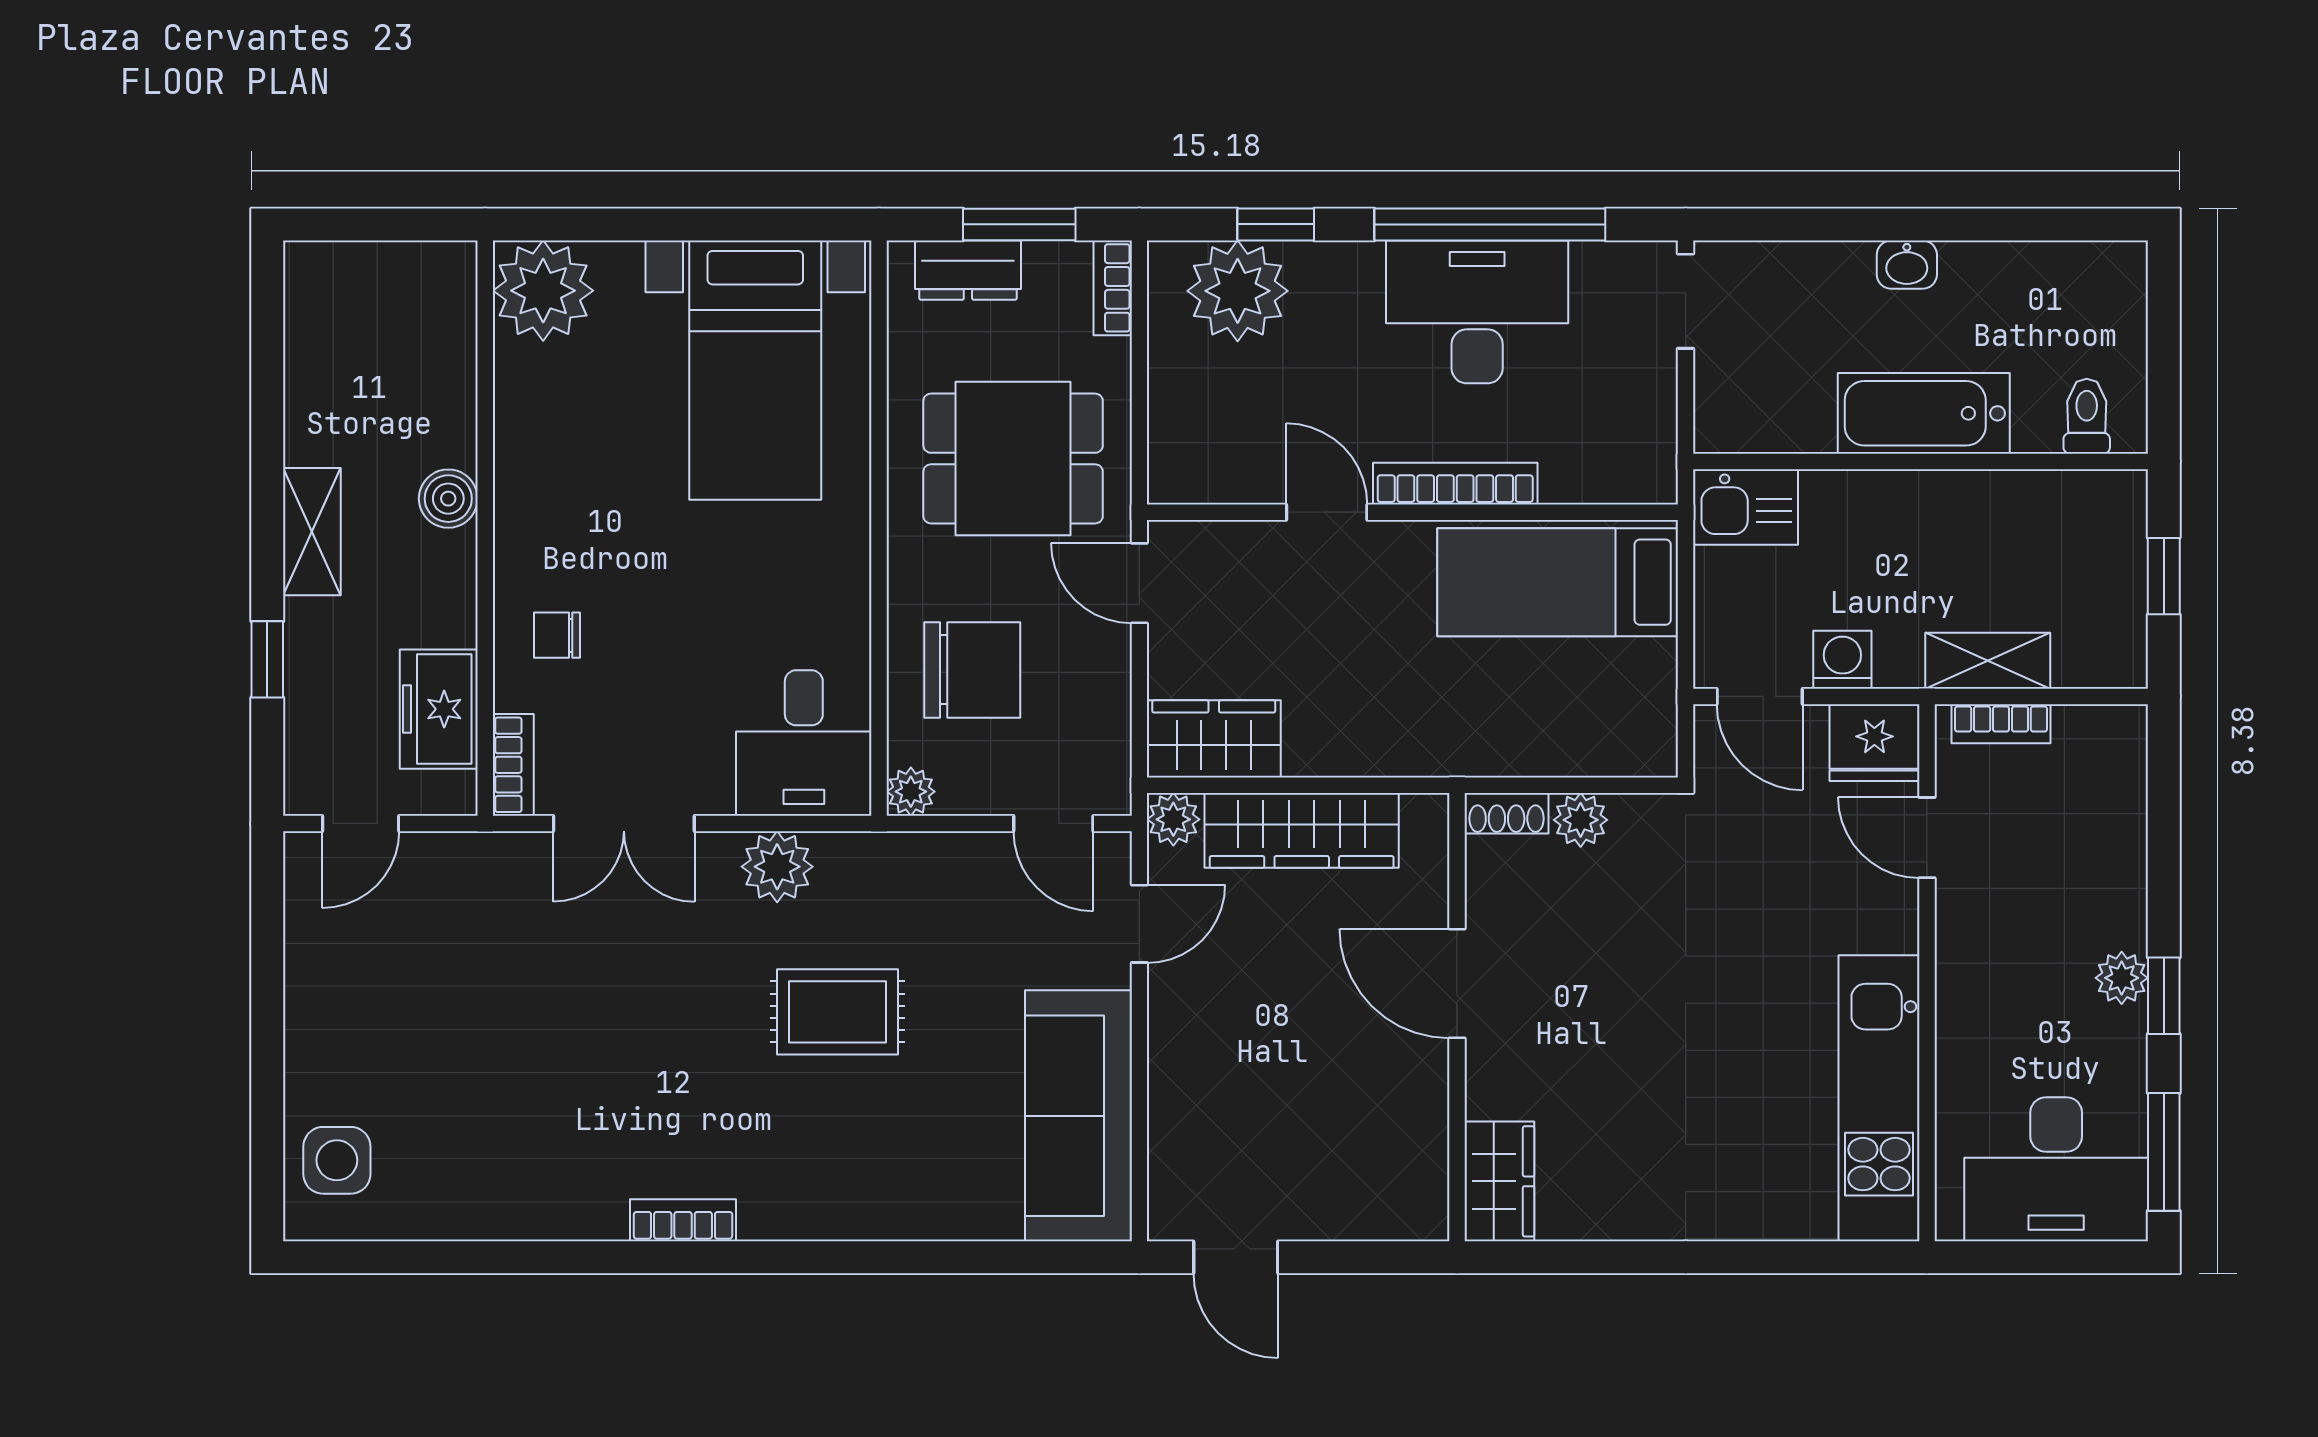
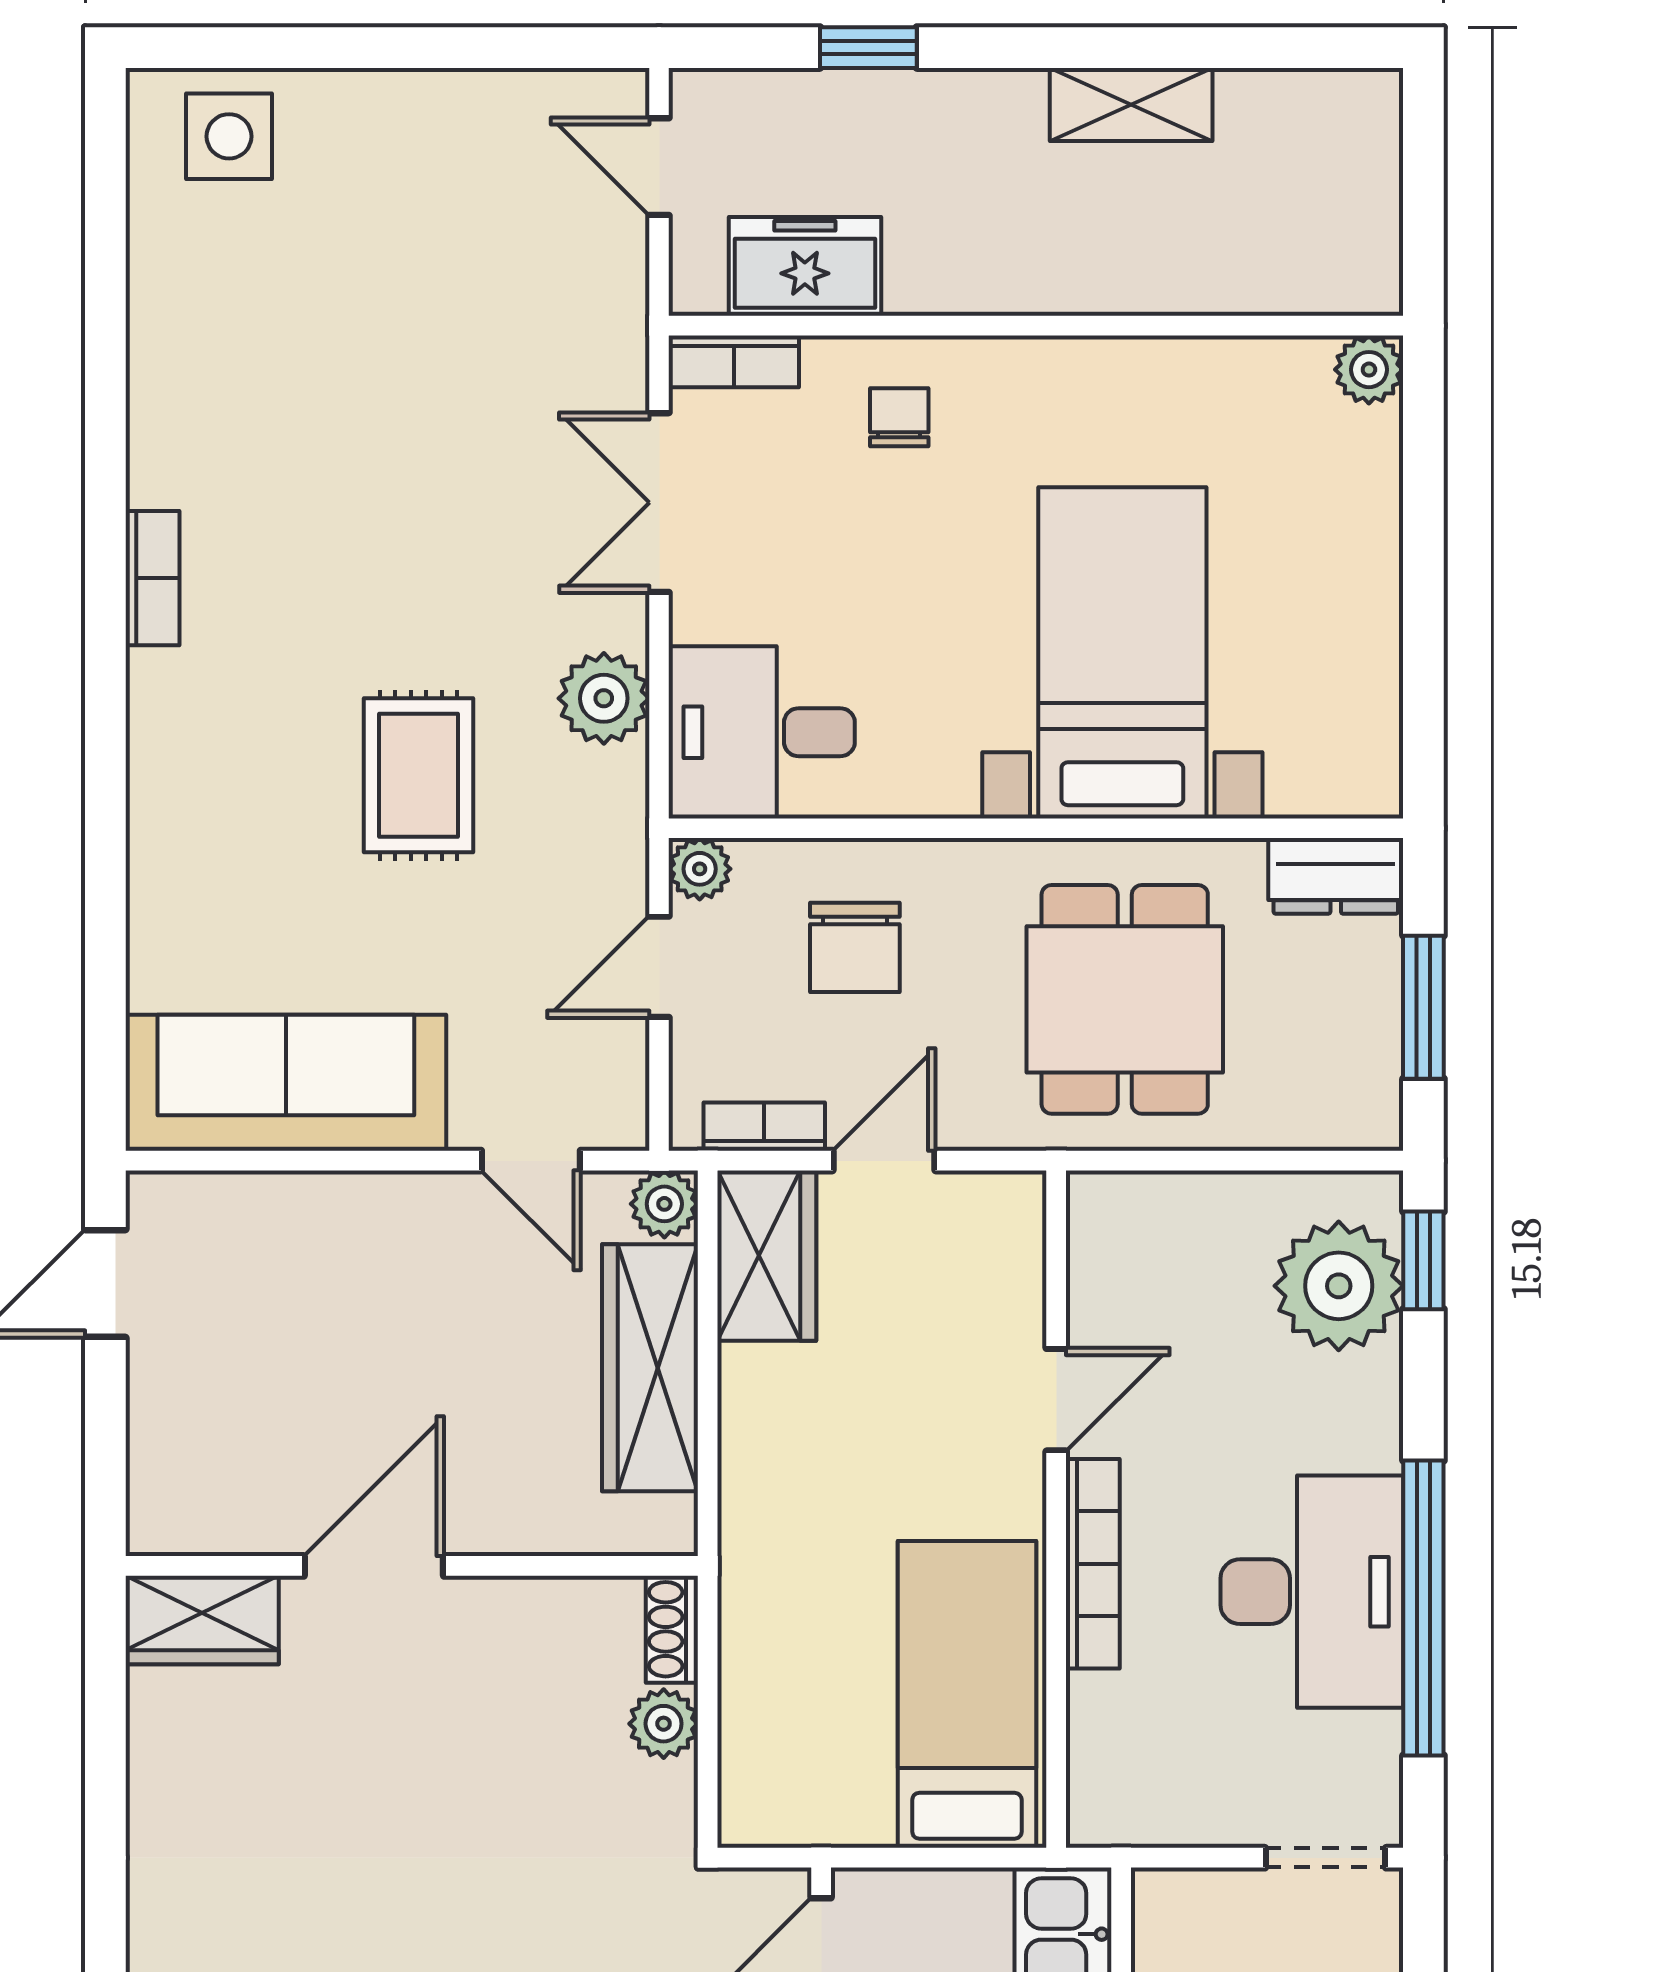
window: (1276, 224) -> (1423, 1260), moved
dresser: (968, 270) -> (1336, 876), moved, turned -90
bookcase: (1113, 288) -> (764, 1127), moved
plant: (543, 291) -> (1369, 370), width x0.53, depth x0.53
bed with nightstands: (755, 370) -> (1122, 653), moved, turned 90
boiler: (448, 499) -> (1074, 279), removed
shelving: (312, 532) -> (1131, 104), moved
door: (1139, 583) -> (884, 1161), moved
chair: (972, 670) -> (855, 947), width x0.73, depth x0.73
door: (1053, 823) -> (659, 967), moved
door: (1457, 983) -> (374, 1566), moved

